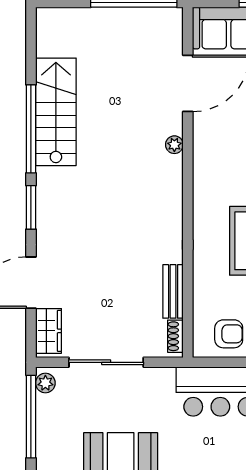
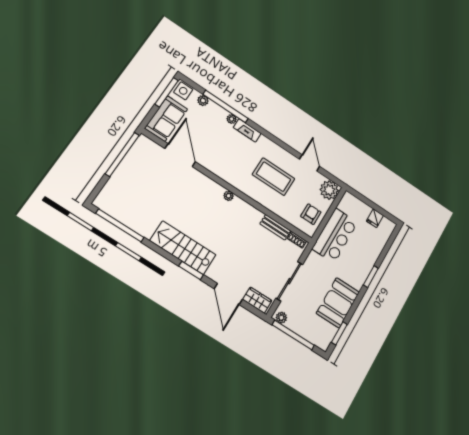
stairs: (56, 112) -> (183, 248), moved
window: (31, 129) -> (120, 225), moved
plant: (174, 145) -> (229, 196), moved

